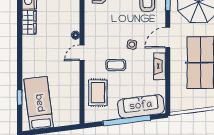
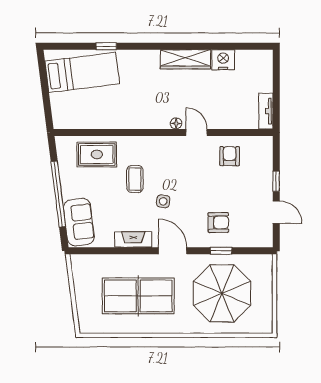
wardrobe: (29, 22) -> (186, 59), width x1.50
door: (82, 53) -> (197, 132), moved
window: (20, 97) -> (106, 46), moved
sofa: (141, 106) -> (79, 222), width x0.73

